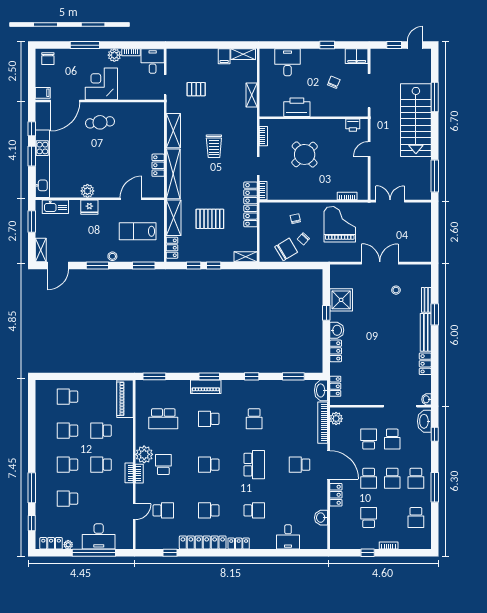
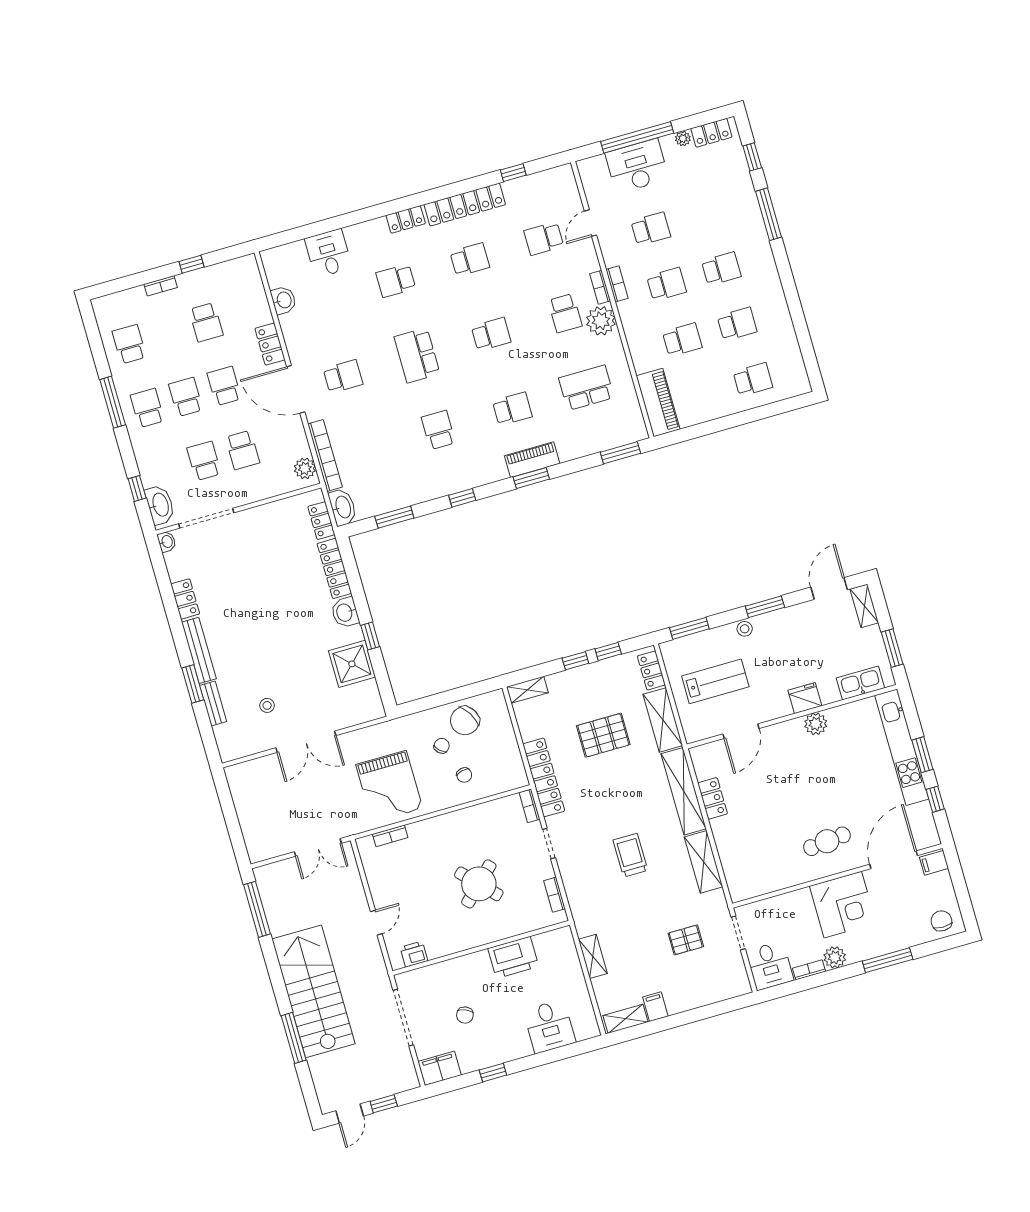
locker: (336, 351) -> (334, 568), width x1.53
school desk: (67, 499) -> (651, 229), moved

